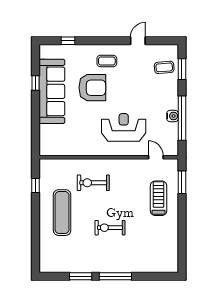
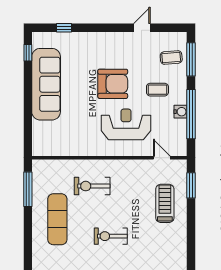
coffee table: (107, 61) -> (157, 90), moved
window: (182, 69) -> (191, 59), width x1.44
window: (36, 83) -> (28, 53), moved
armchair: (92, 88) -> (113, 84), moved
window: (36, 186) -> (28, 189), width x2.17

